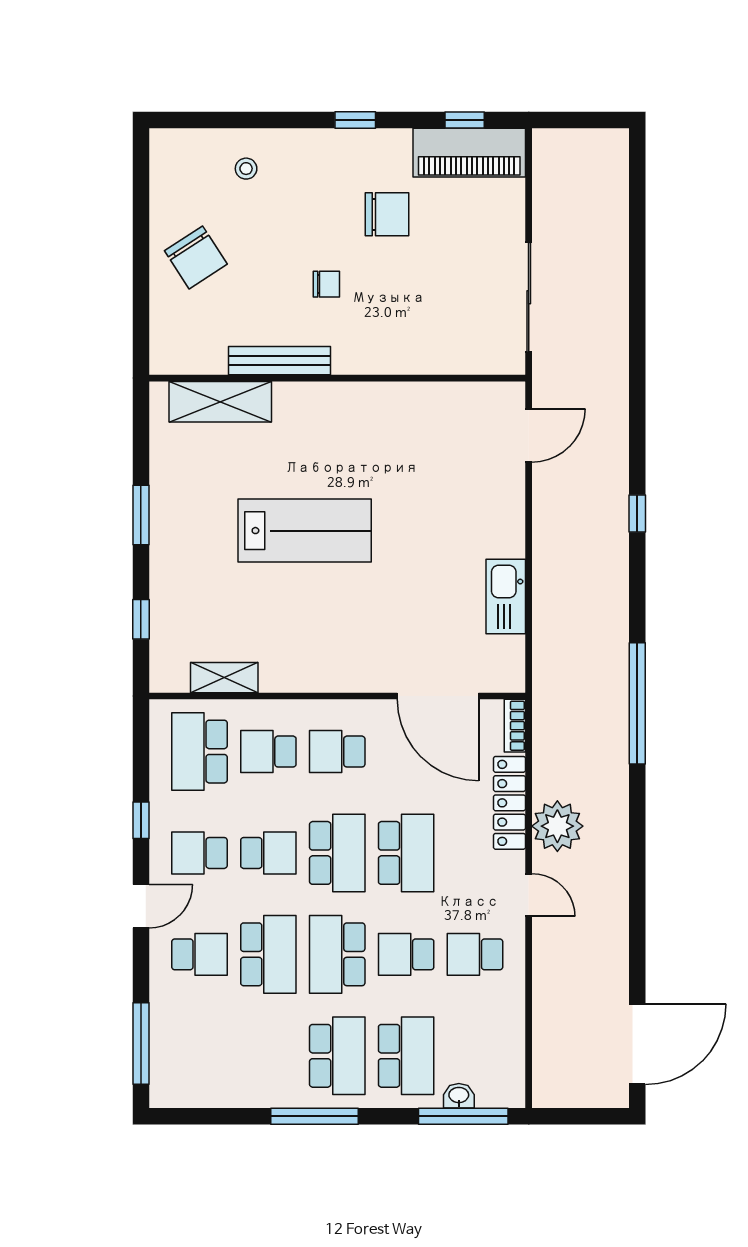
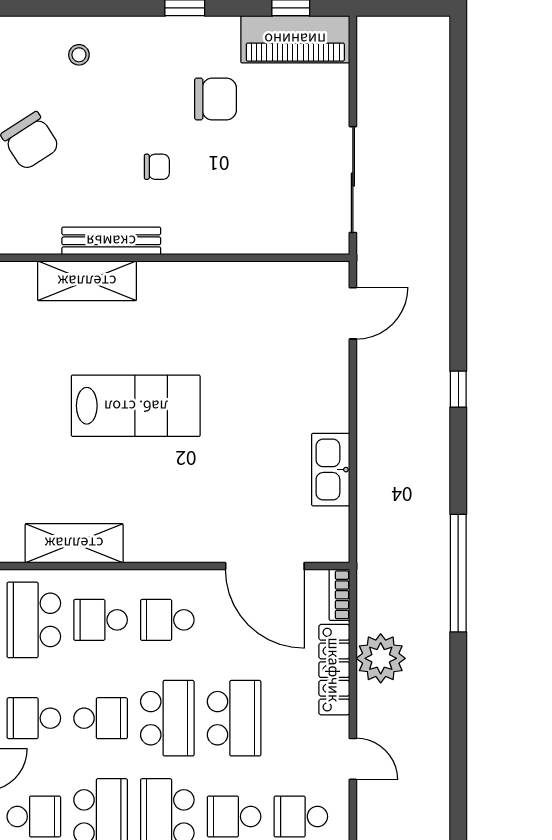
shelving: (220, 402) -> (87, 281), moved
shelving: (224, 678) -> (74, 543), width x1.50, depth x1.33
plant: (557, 826) -> (381, 658), moved

